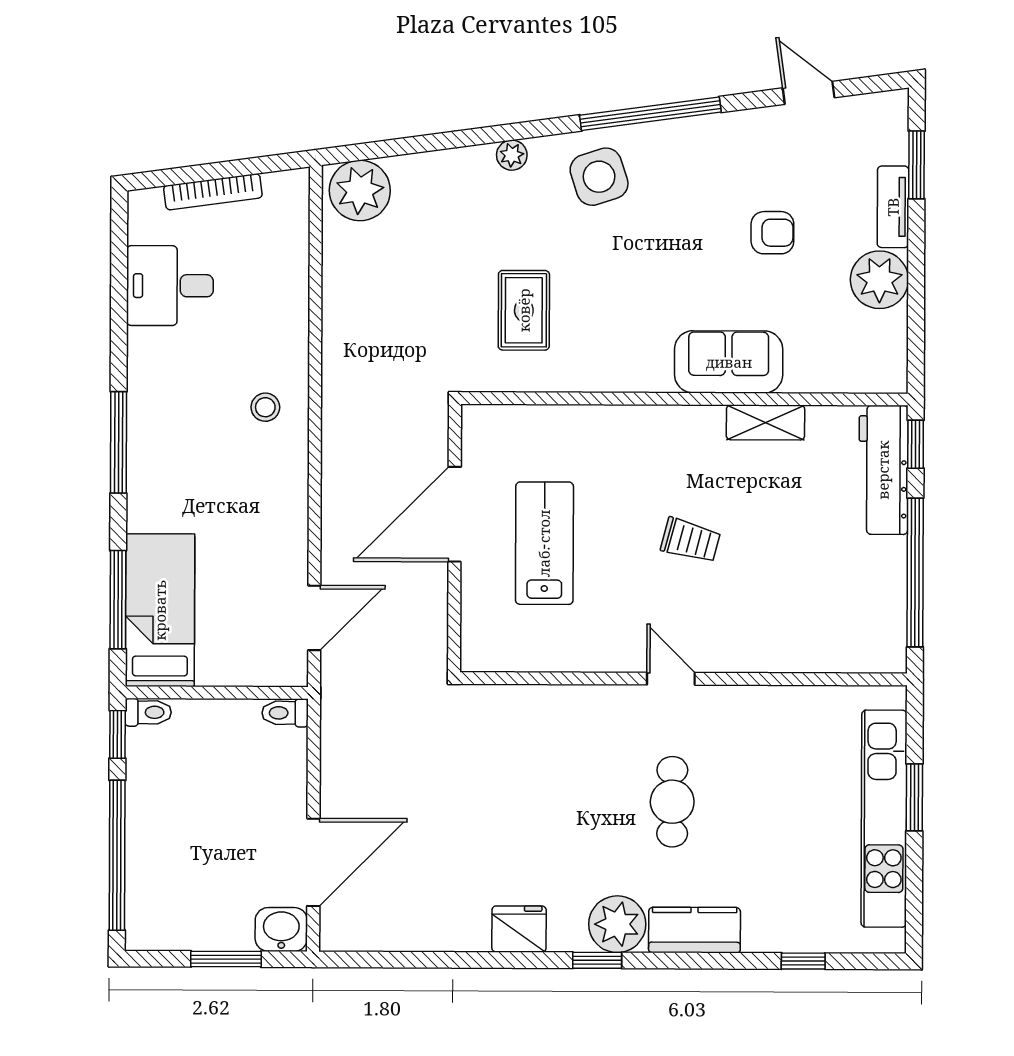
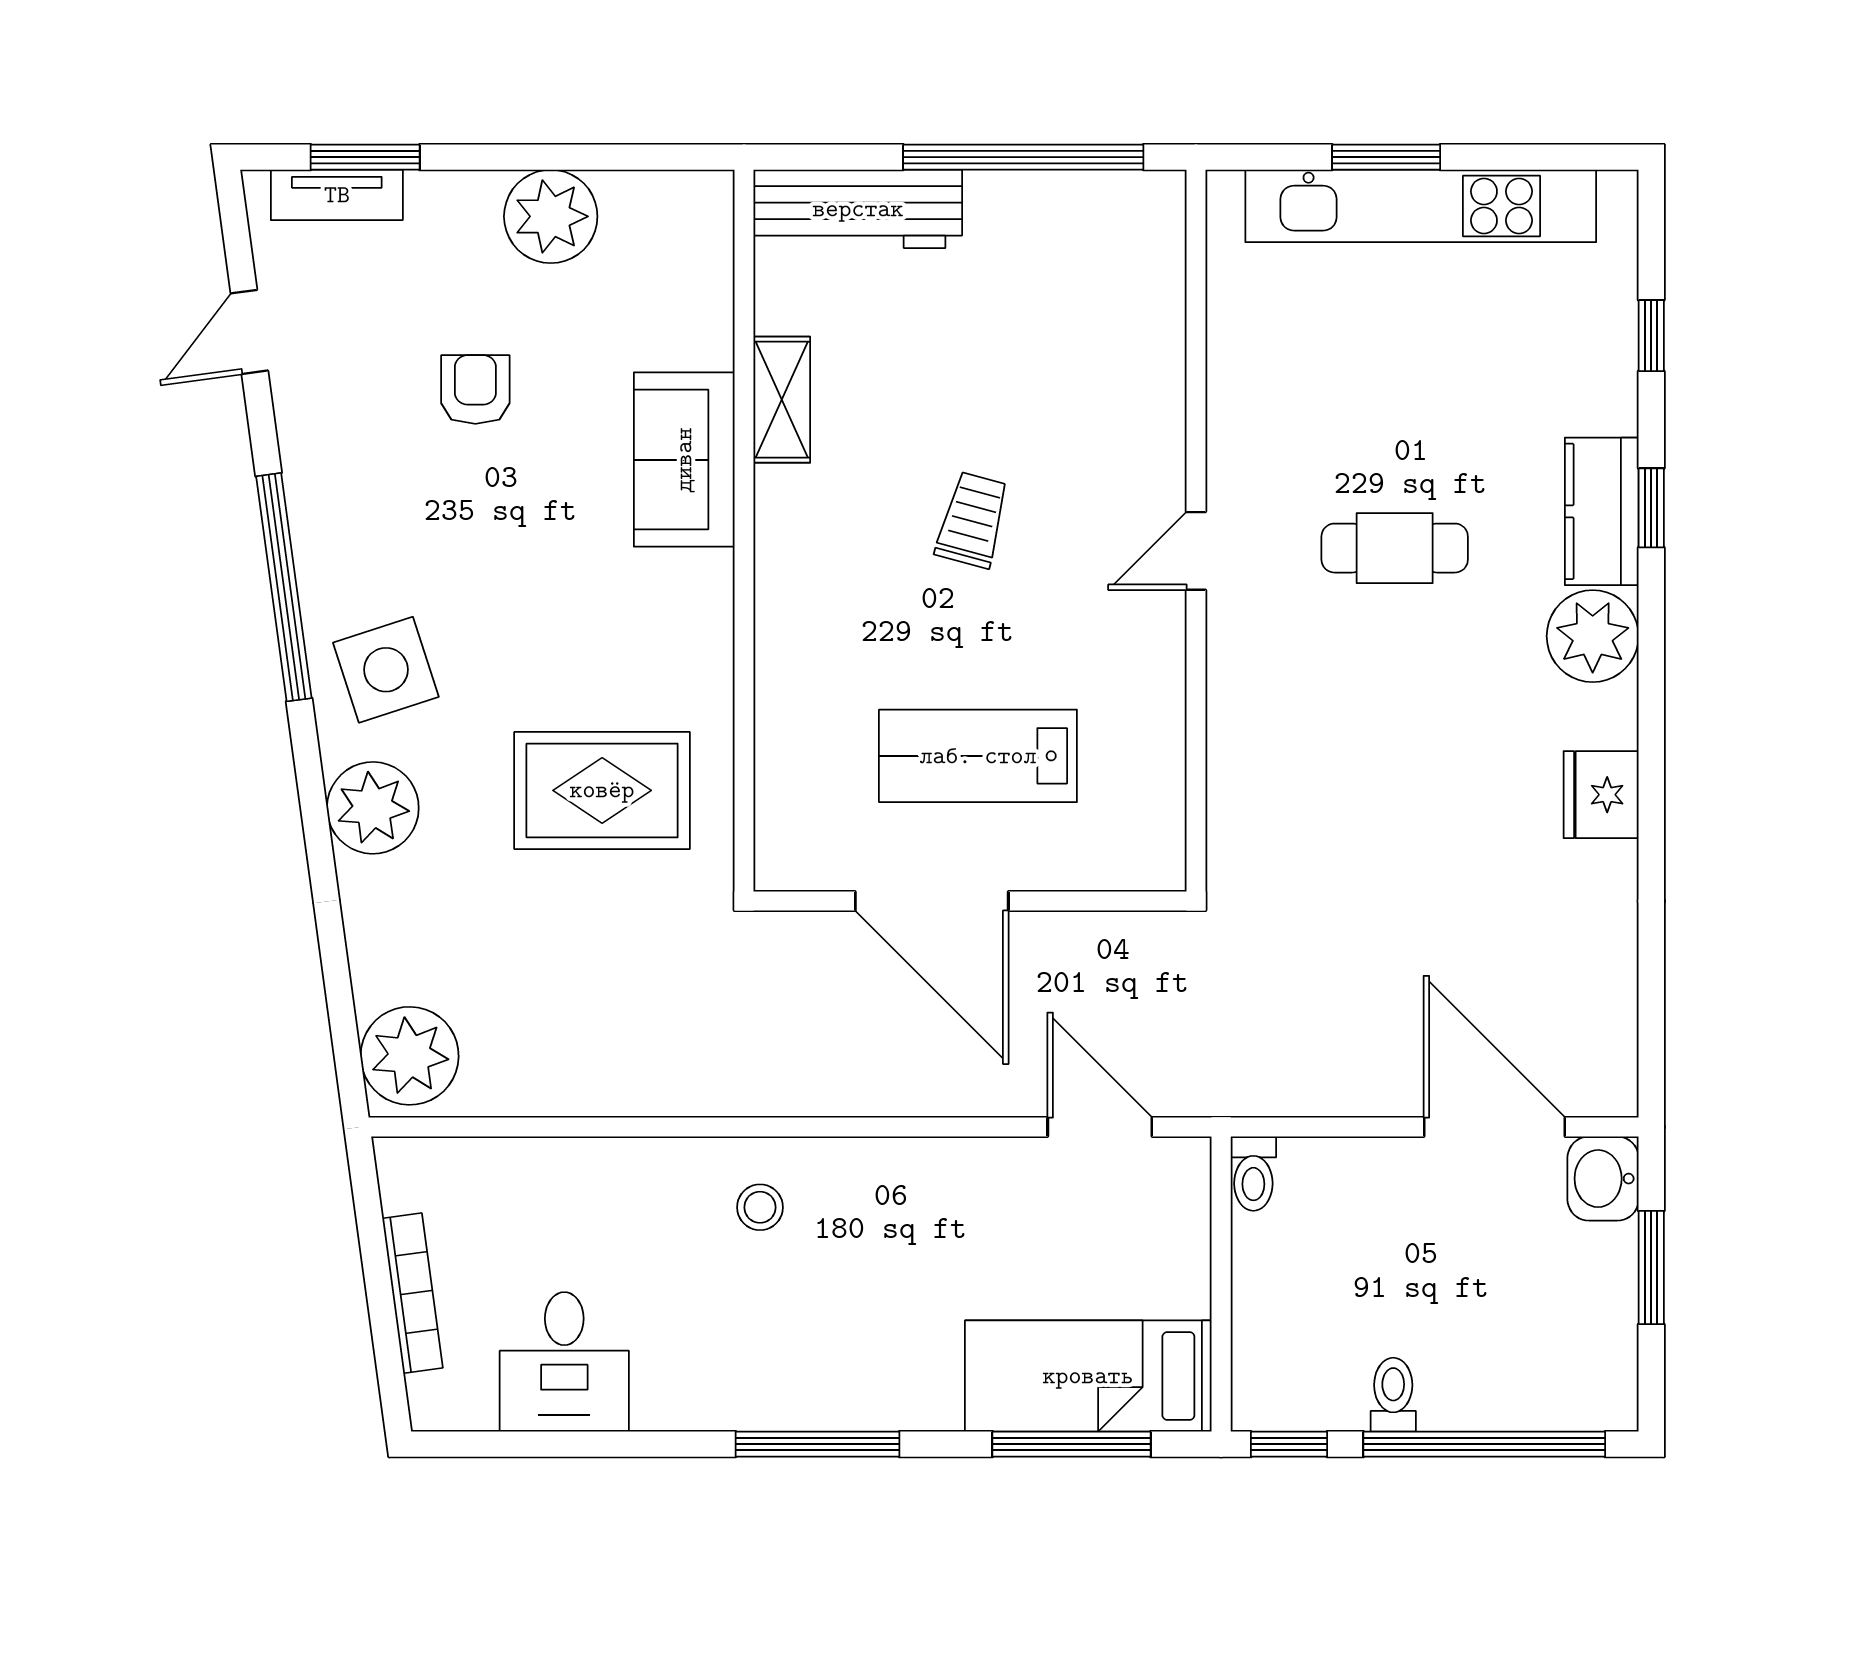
plant: (512, 155) -> (373, 808), width x1.88, depth x1.88
tv unit: (893, 207) -> (337, 195), moved
rug: (524, 310) -> (602, 790), width x1.36, depth x1.43
window: (916, 444) -> (816, 157), removed
toilet: (148, 712) -> (1393, 1395), moved
window: (597, 960) -> (1651, 508), moved

